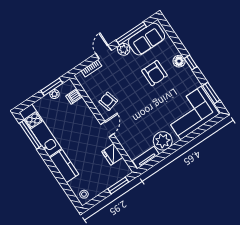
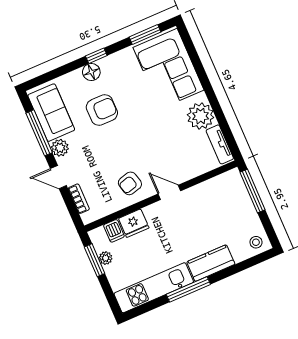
window: (30, 135) -> (188, 289), moved
fridge: (112, 154) -> (134, 223), moved
window: (118, 185) -> (253, 191), width x1.44

